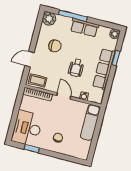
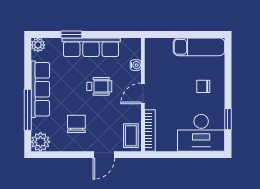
row of seats: (84, 28) -> (40, 89), width x1.48
door: (29, 59) -> (104, 155), hinge flipped
exam couch: (90, 122) -> (199, 47), moved

